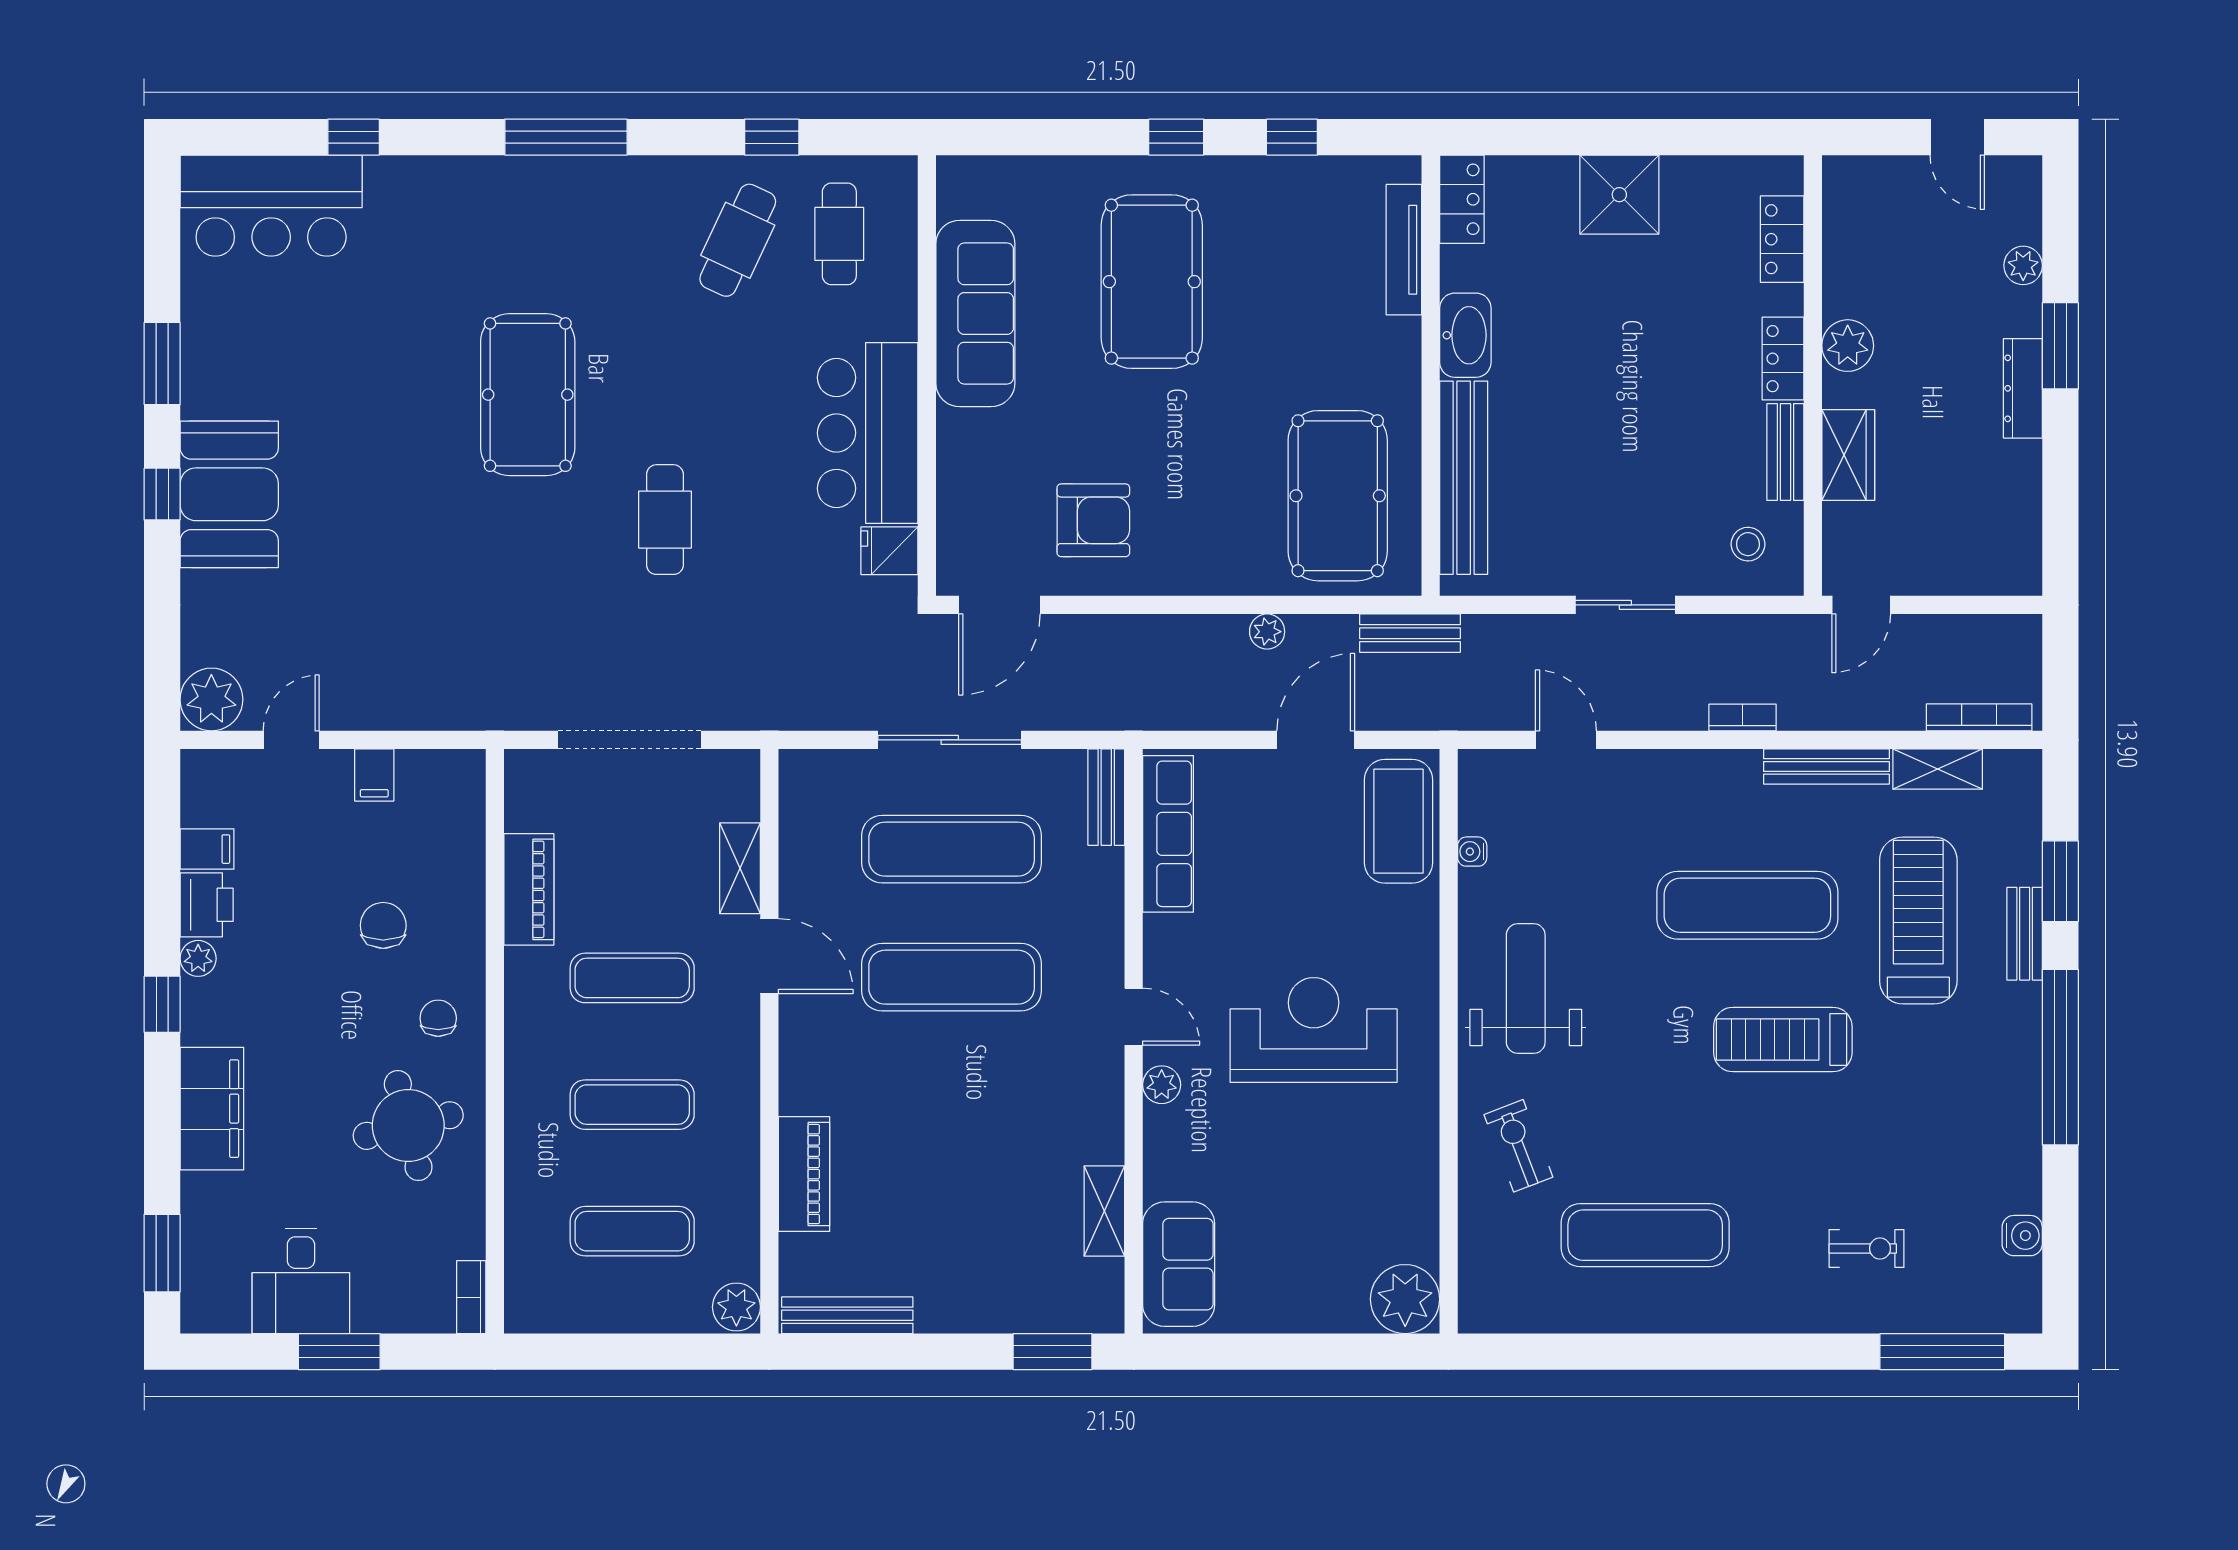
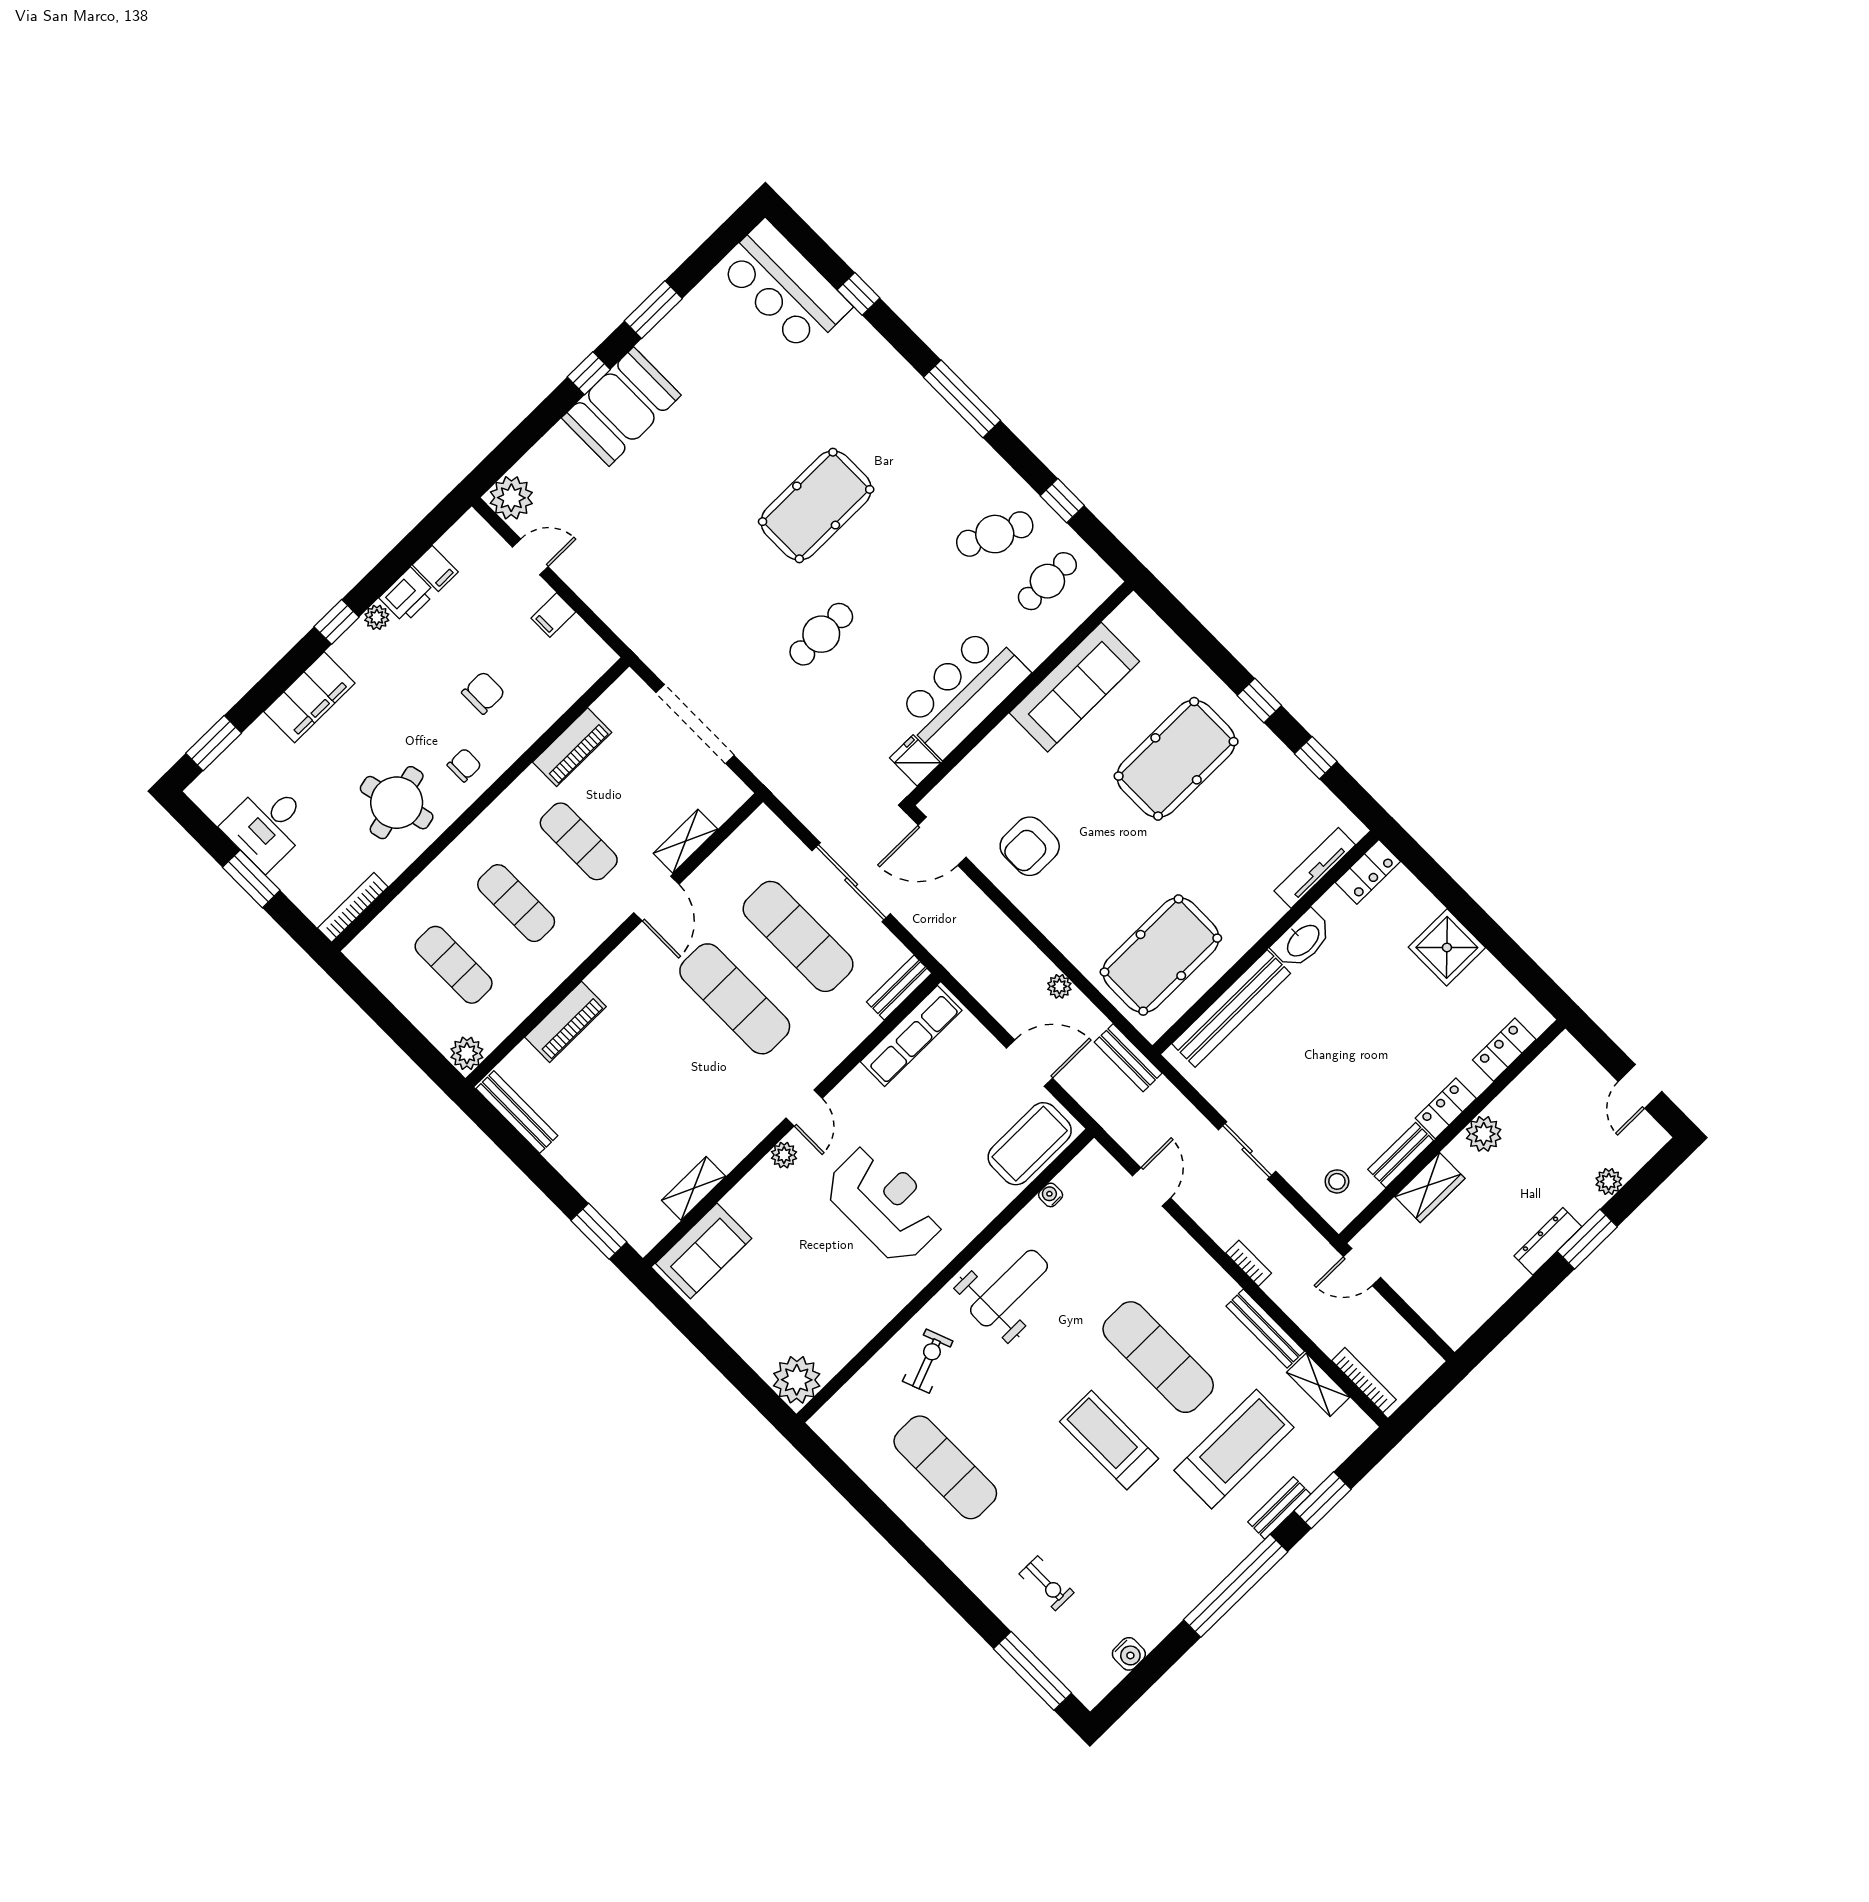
armchair: (1093, 520) -> (1030, 846), turned 90
bookcase: (471, 1297) -> (353, 907), width x1.56

